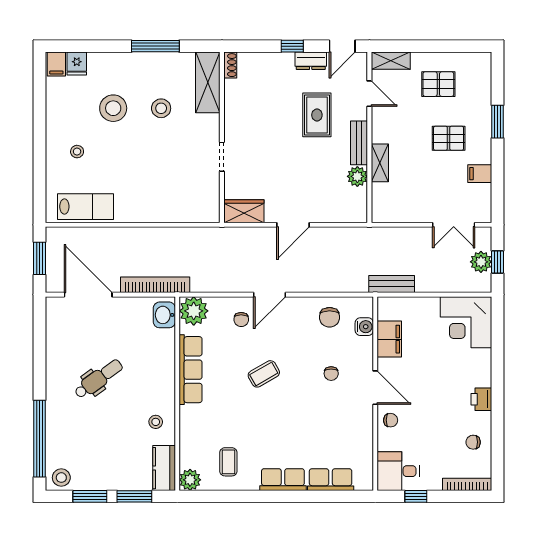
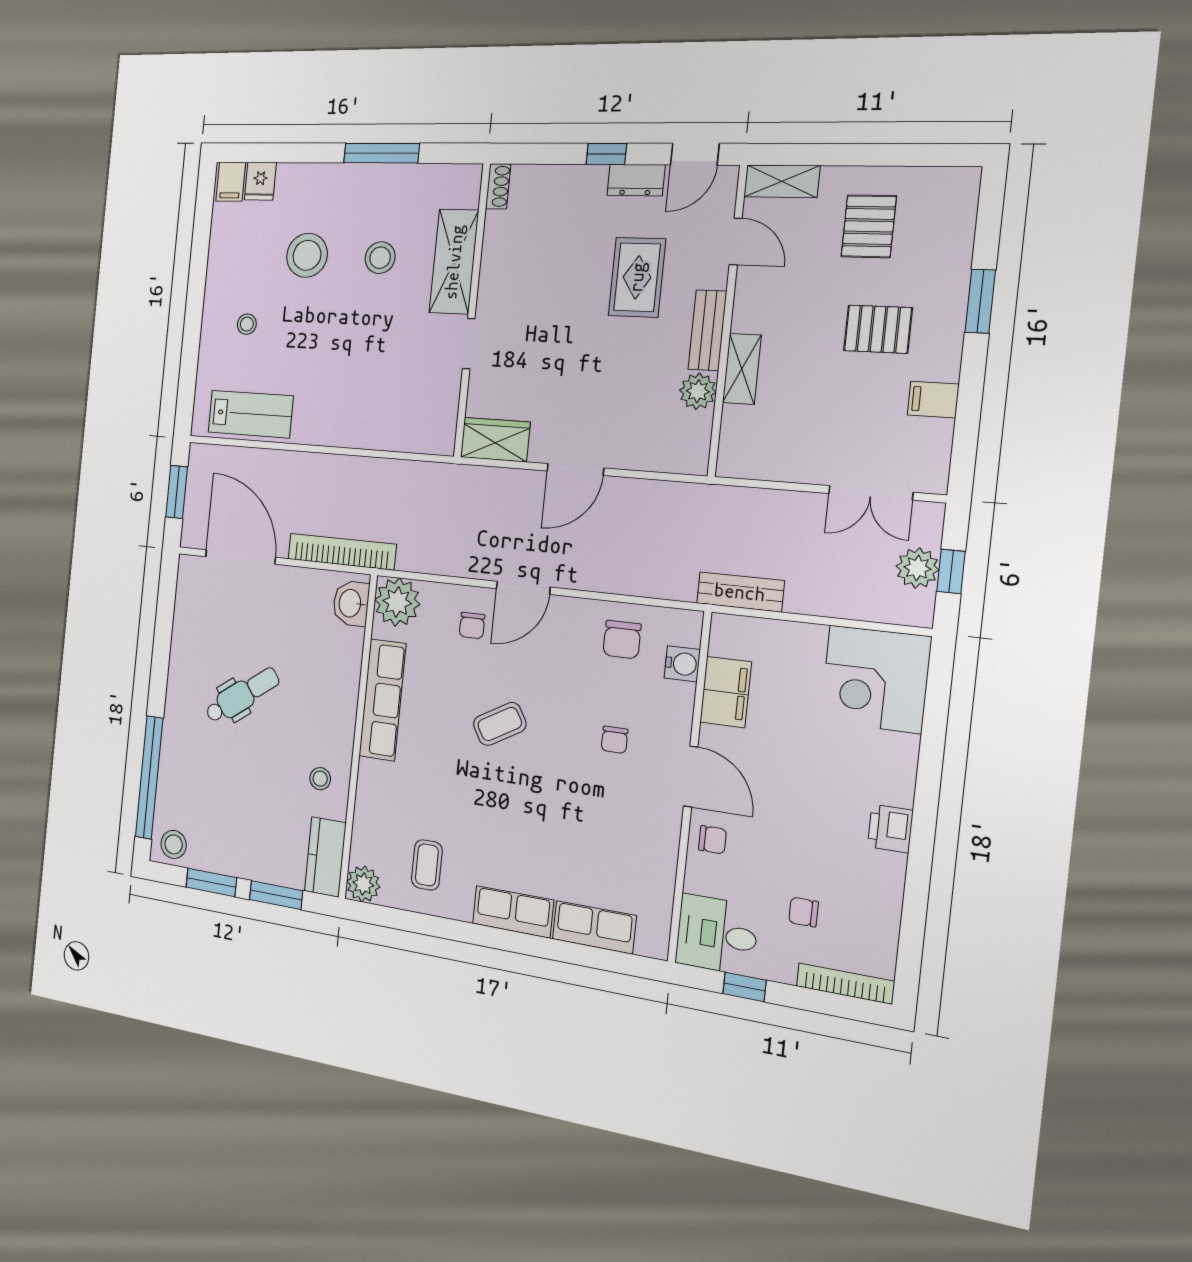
shelving: (208, 82) -> (454, 262), moved
pallet: (438, 84) -> (869, 226), turned 90
chair: (473, 442) -> (803, 912), moved

